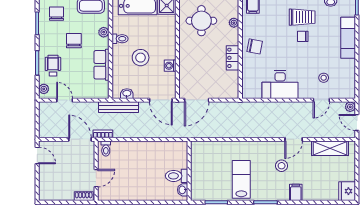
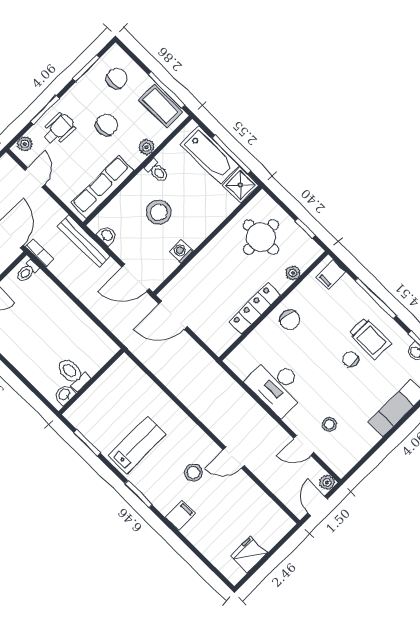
locker: (232, 58) -> (255, 308), width x1.53
row of seats: (102, 65) -> (103, 187), width x1.48
door: (161, 100) -> (136, 278), hinge flipped
shelving: (330, 148) -> (262, 505), removed
fridge: (347, 191) -> (249, 555), moved

